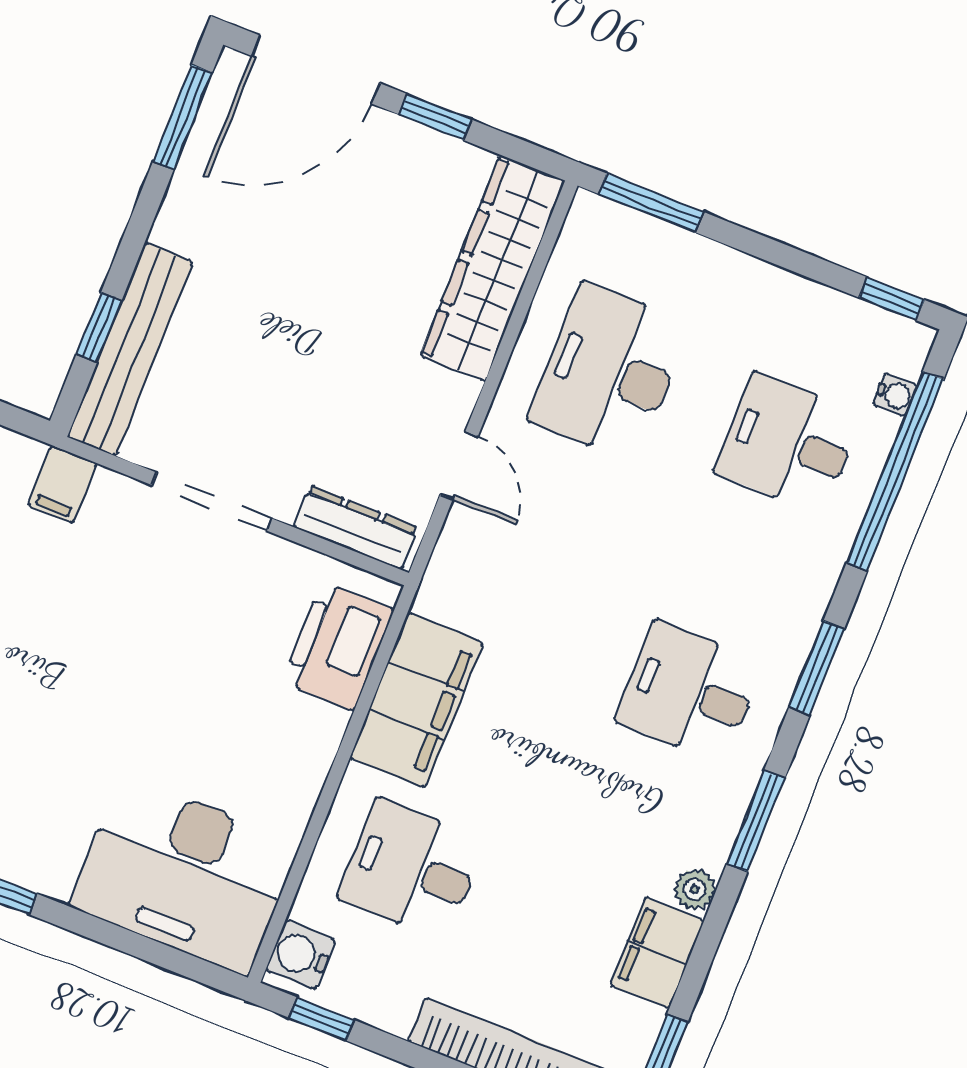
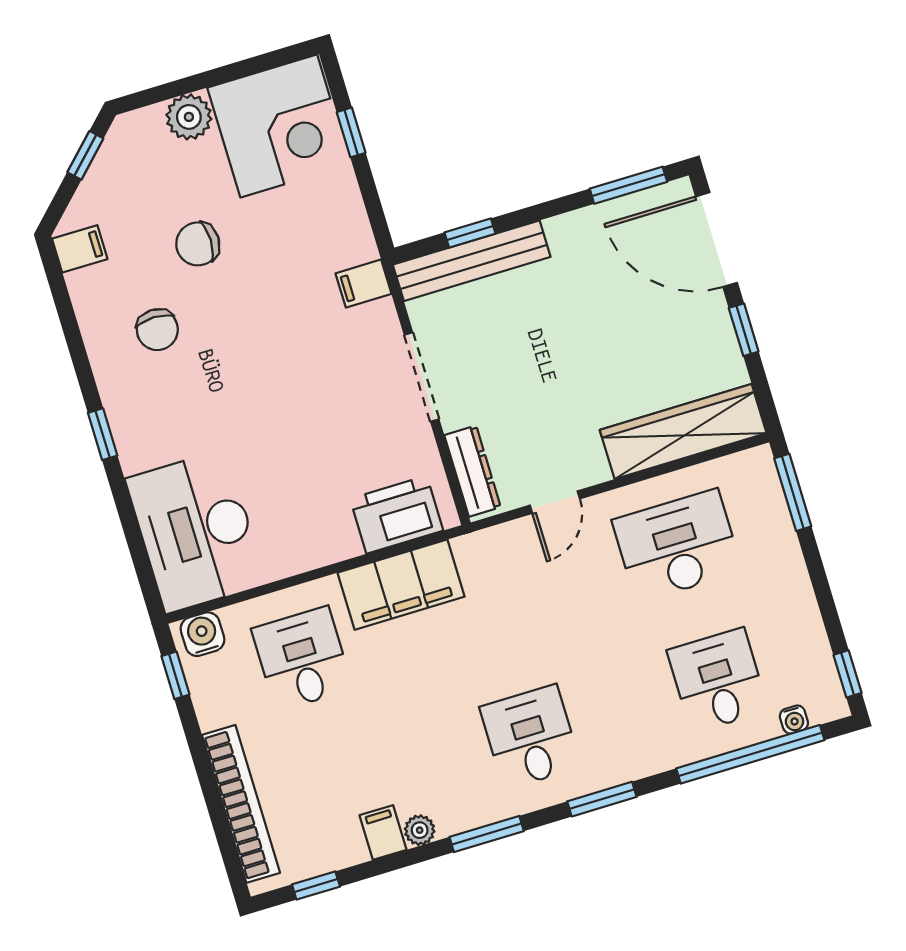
filing cabinet: (657, 953) -> (383, 833), width x0.50

